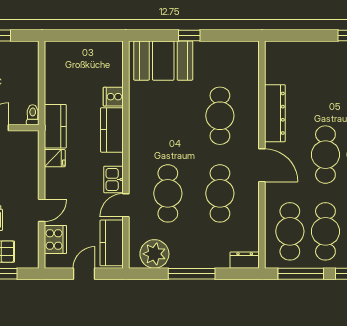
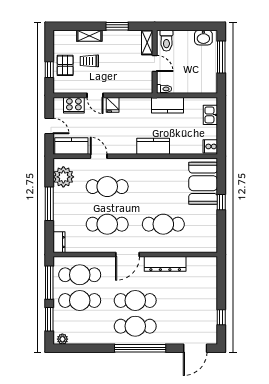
cooker: (113, 97) -> (210, 146), moved, turned -90
kitchen counter: (55, 126) -> (167, 105), moved
fridge: (55, 158) -> (113, 105), moved
kitchen sink: (113, 180) -> (210, 115), moved, turned -90

